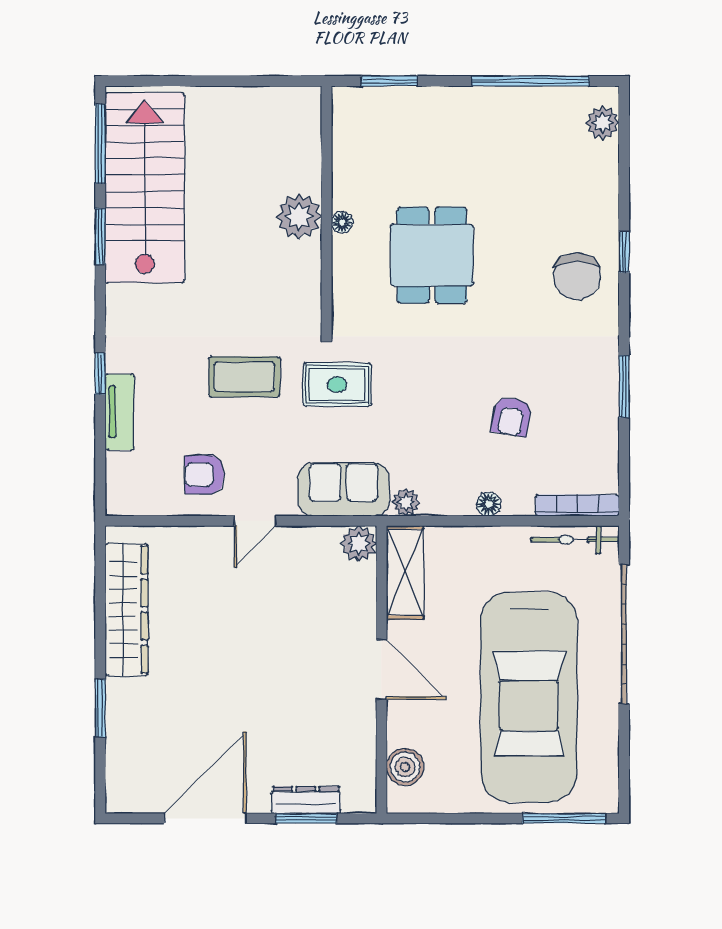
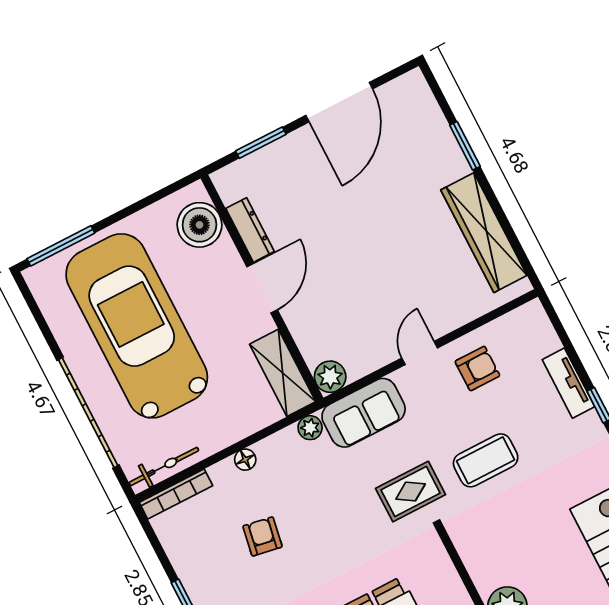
door: (381, 669) -> (262, 288), swing flipped
boiler: (405, 767) -> (199, 225), width x1.37, depth x1.37
dresser: (306, 800) -> (250, 230), moved, turned -90

